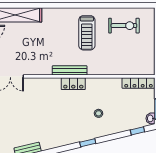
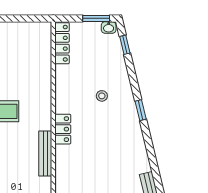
bench: (70, 70) -> (45, 154), moved

